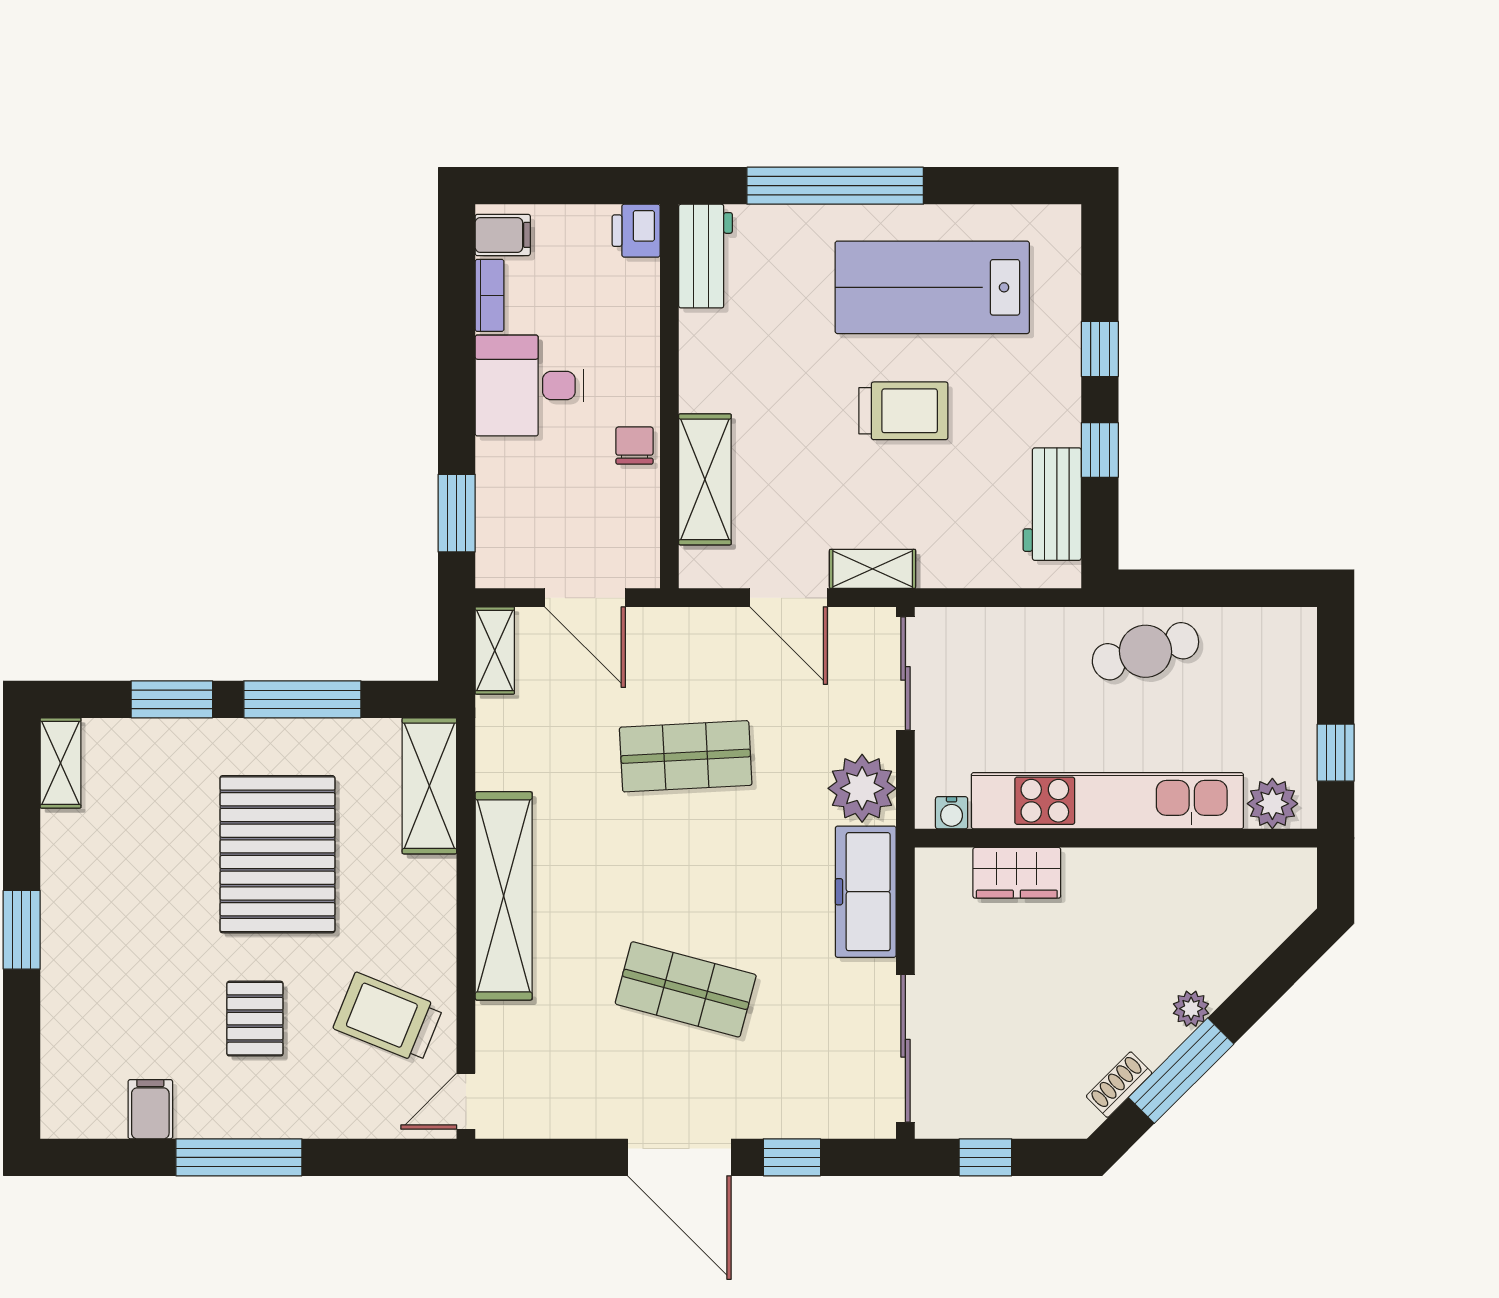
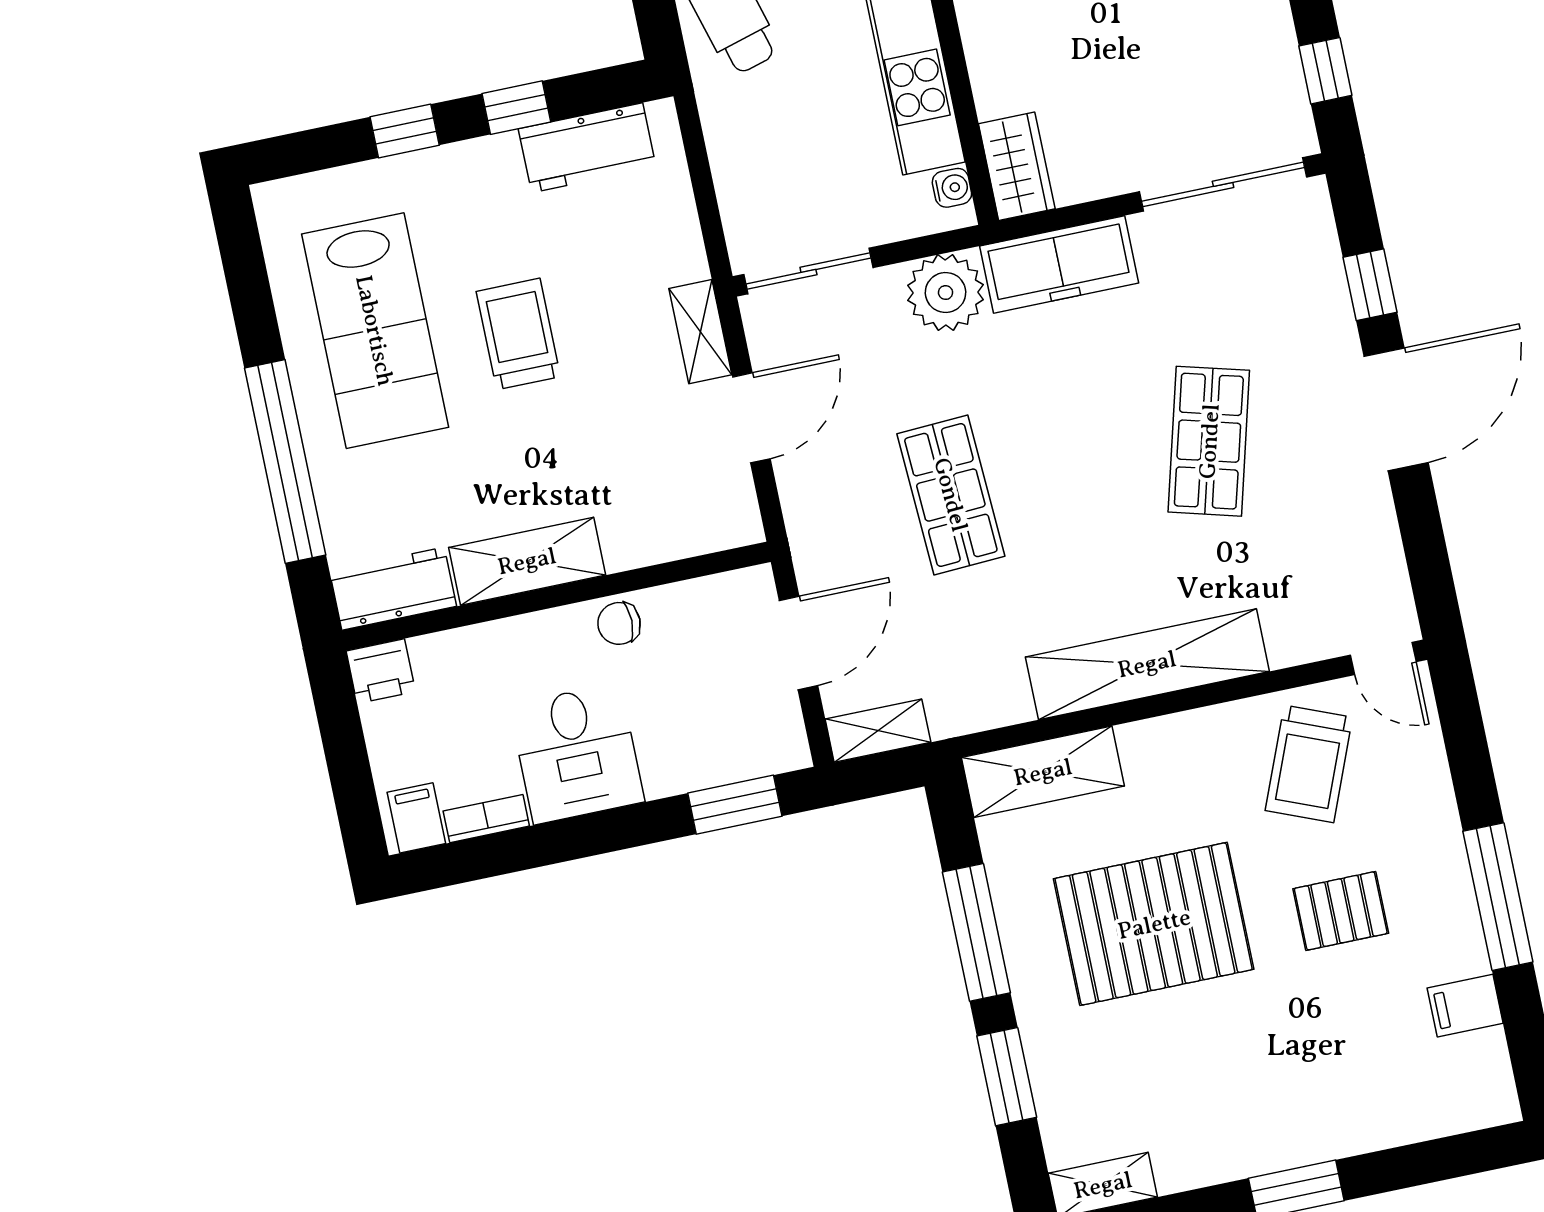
shelving: (705, 479) -> (527, 561), moved
wardrobe: (1017, 873) -> (1017, 166), moved

